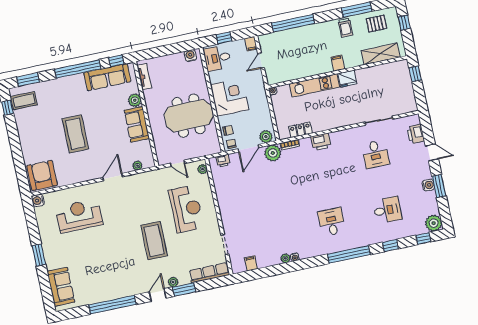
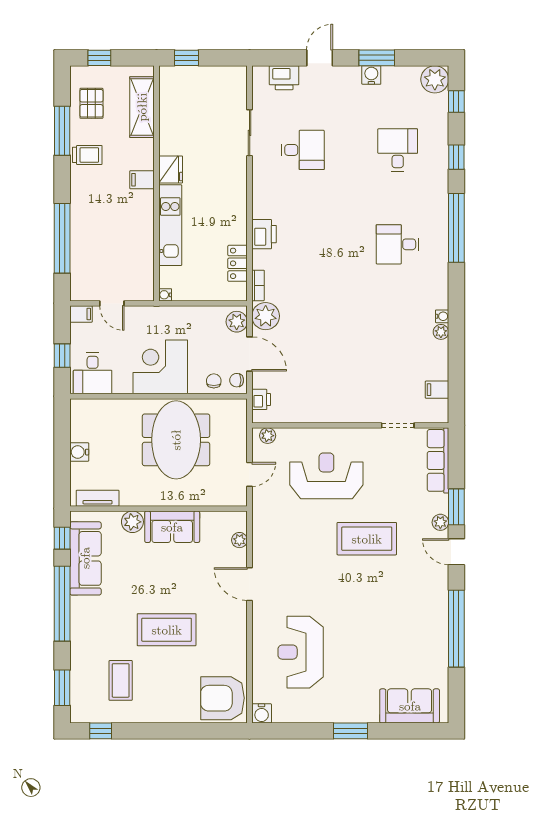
water cooler: (190, 56) -> (79, 452), moved
coffee table: (24, 101) -> (121, 680), moved

